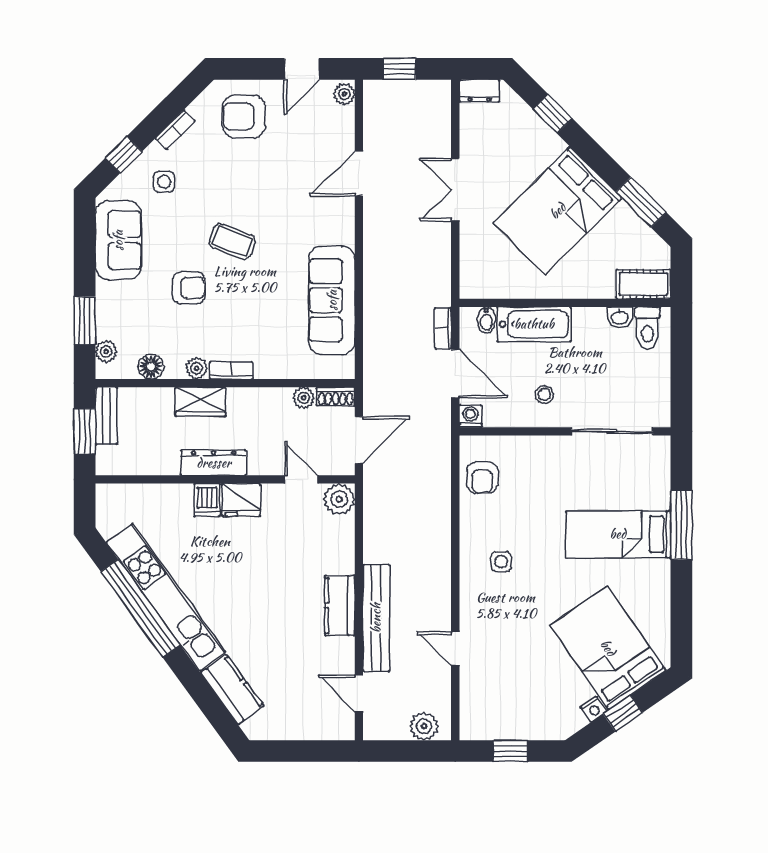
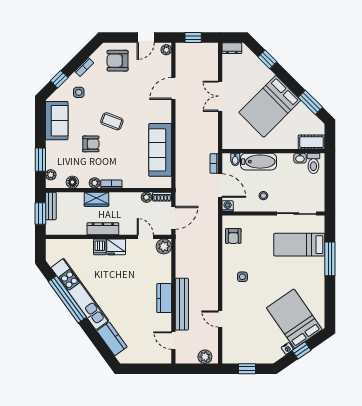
bed: (618, 534) -> (299, 245), moved

